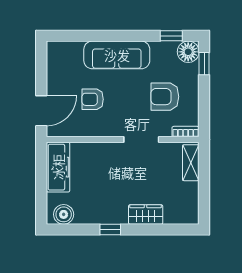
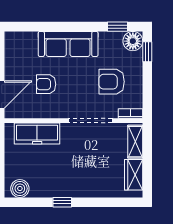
doorway: (141, 140) -> (90, 121), width x1.36
freezer: (58, 167) -> (37, 133), moved, turned 90
wardrobe: (146, 214) -> (134, 175), moved, turned -90

